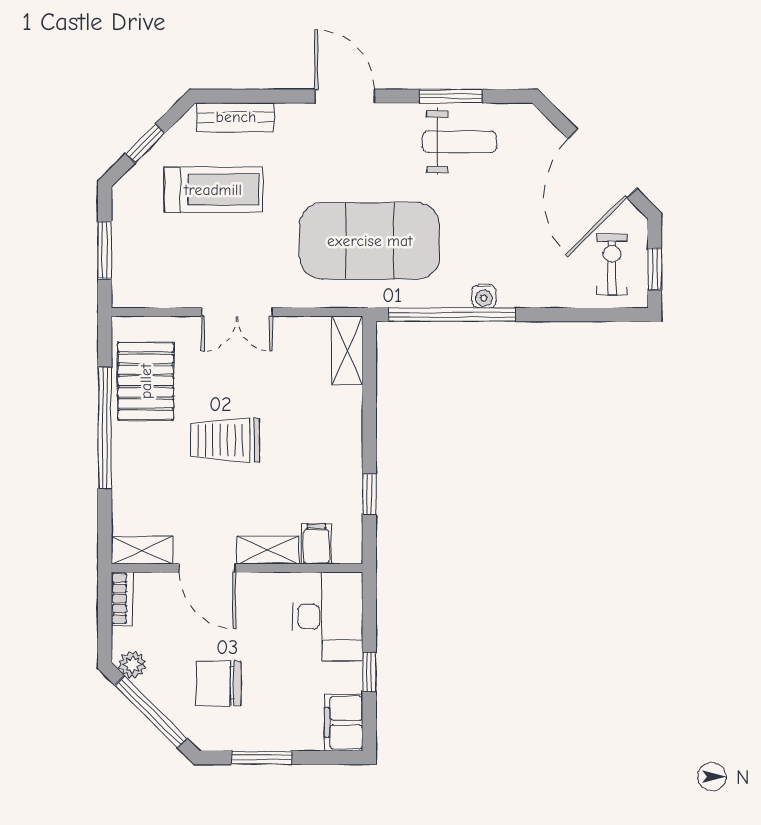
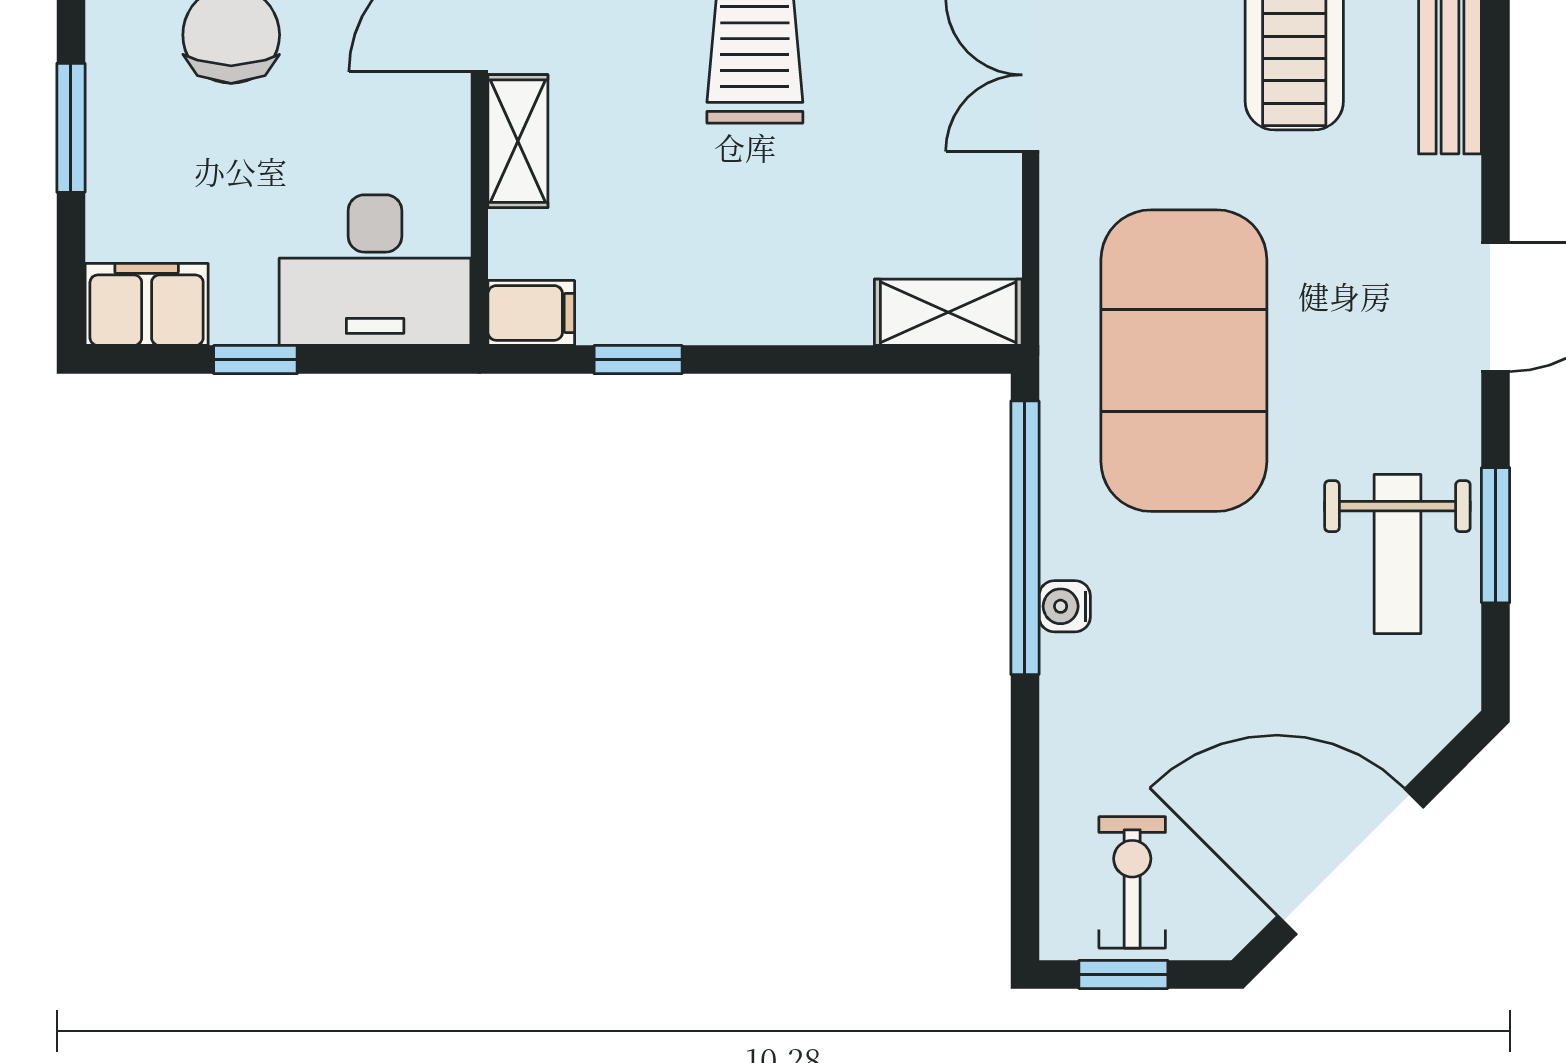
exercise bike: (612, 265) -> (1132, 882), turned -90
filing cabinet: (316, 544) -> (531, 313), moved

